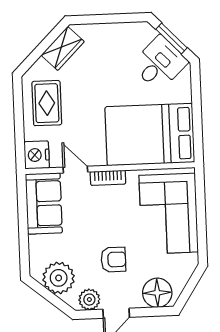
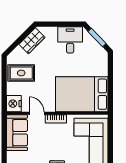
desk: (159, 63) -> (70, 40), moved, turned -46
rug: (47, 103) -> (21, 73), turned 90

